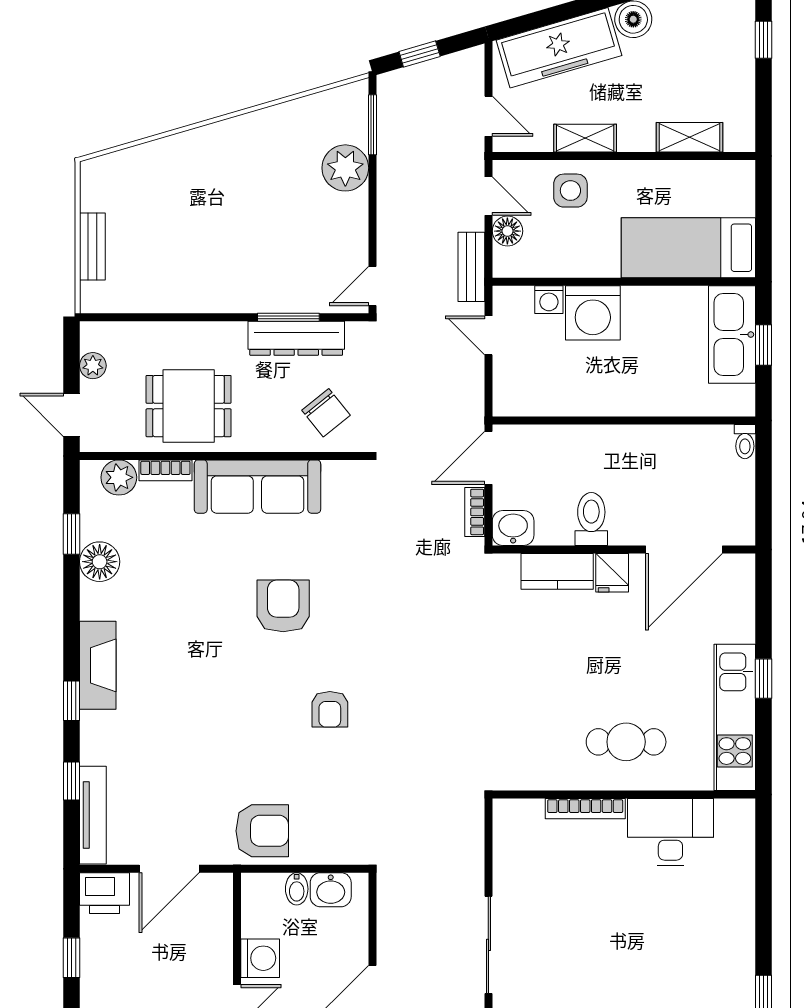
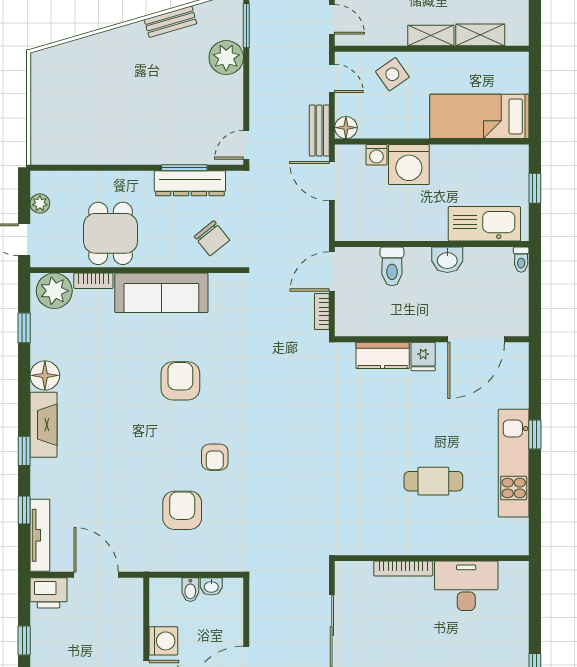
shelving: (585, 138) -> (431, 36), moved
side table: (570, 191) -> (392, 74), turned -35
floor lamp: (507, 231) -> (346, 128), moved
bench: (92, 246) -> (170, 22), moved, turned 74
door: (488, 335) -> (332, 181), width x1.38
kitchen sink: (732, 335) -> (484, 224), moved, turned 90
dining table: (189, 406) -> (111, 233), turned 90
plant: (119, 477) -> (54, 291), width x1.36, depth x1.36
toilet: (591, 519) -> (392, 266), moved, turned 180
washbasin: (513, 528) -> (447, 260), moved, turned 180
floor lamp: (100, 562) -> (45, 375), moved
wall: (624, 794) -> (432, 558), moved
bookcase: (585, 809) -> (403, 569), moved
armchair: (262, 831) -> (182, 510), moved, turned -90
desk: (670, 832) -> (466, 586), moved
door: (169, 869) -> (96, 575), swing flipped
washbasin: (331, 890) -> (211, 586), width x0.72, depth x0.69

